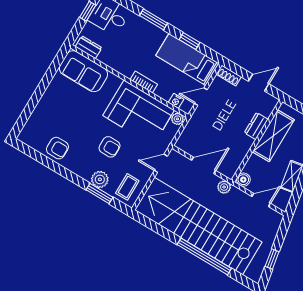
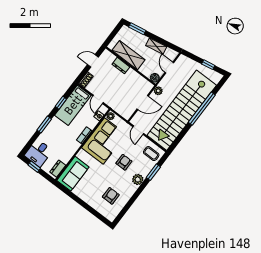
door: (259, 83) -> (93, 61), hinge flipped
armchair: (57, 148) -> (111, 196), moved
door: (204, 165) -> (143, 102), swing flipped
plant: (100, 179) -> (138, 179), moved

